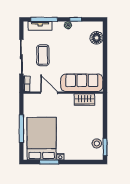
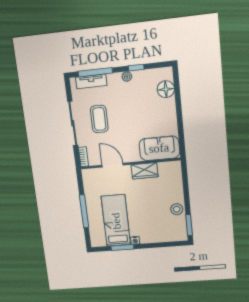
sofa: (82, 83) -> (159, 148), width x0.73
wardrobe: (84, 100) -> (145, 171), moved
bed: (42, 139) -> (116, 221), width x0.67
stool: (97, 143) -> (177, 209), moved

